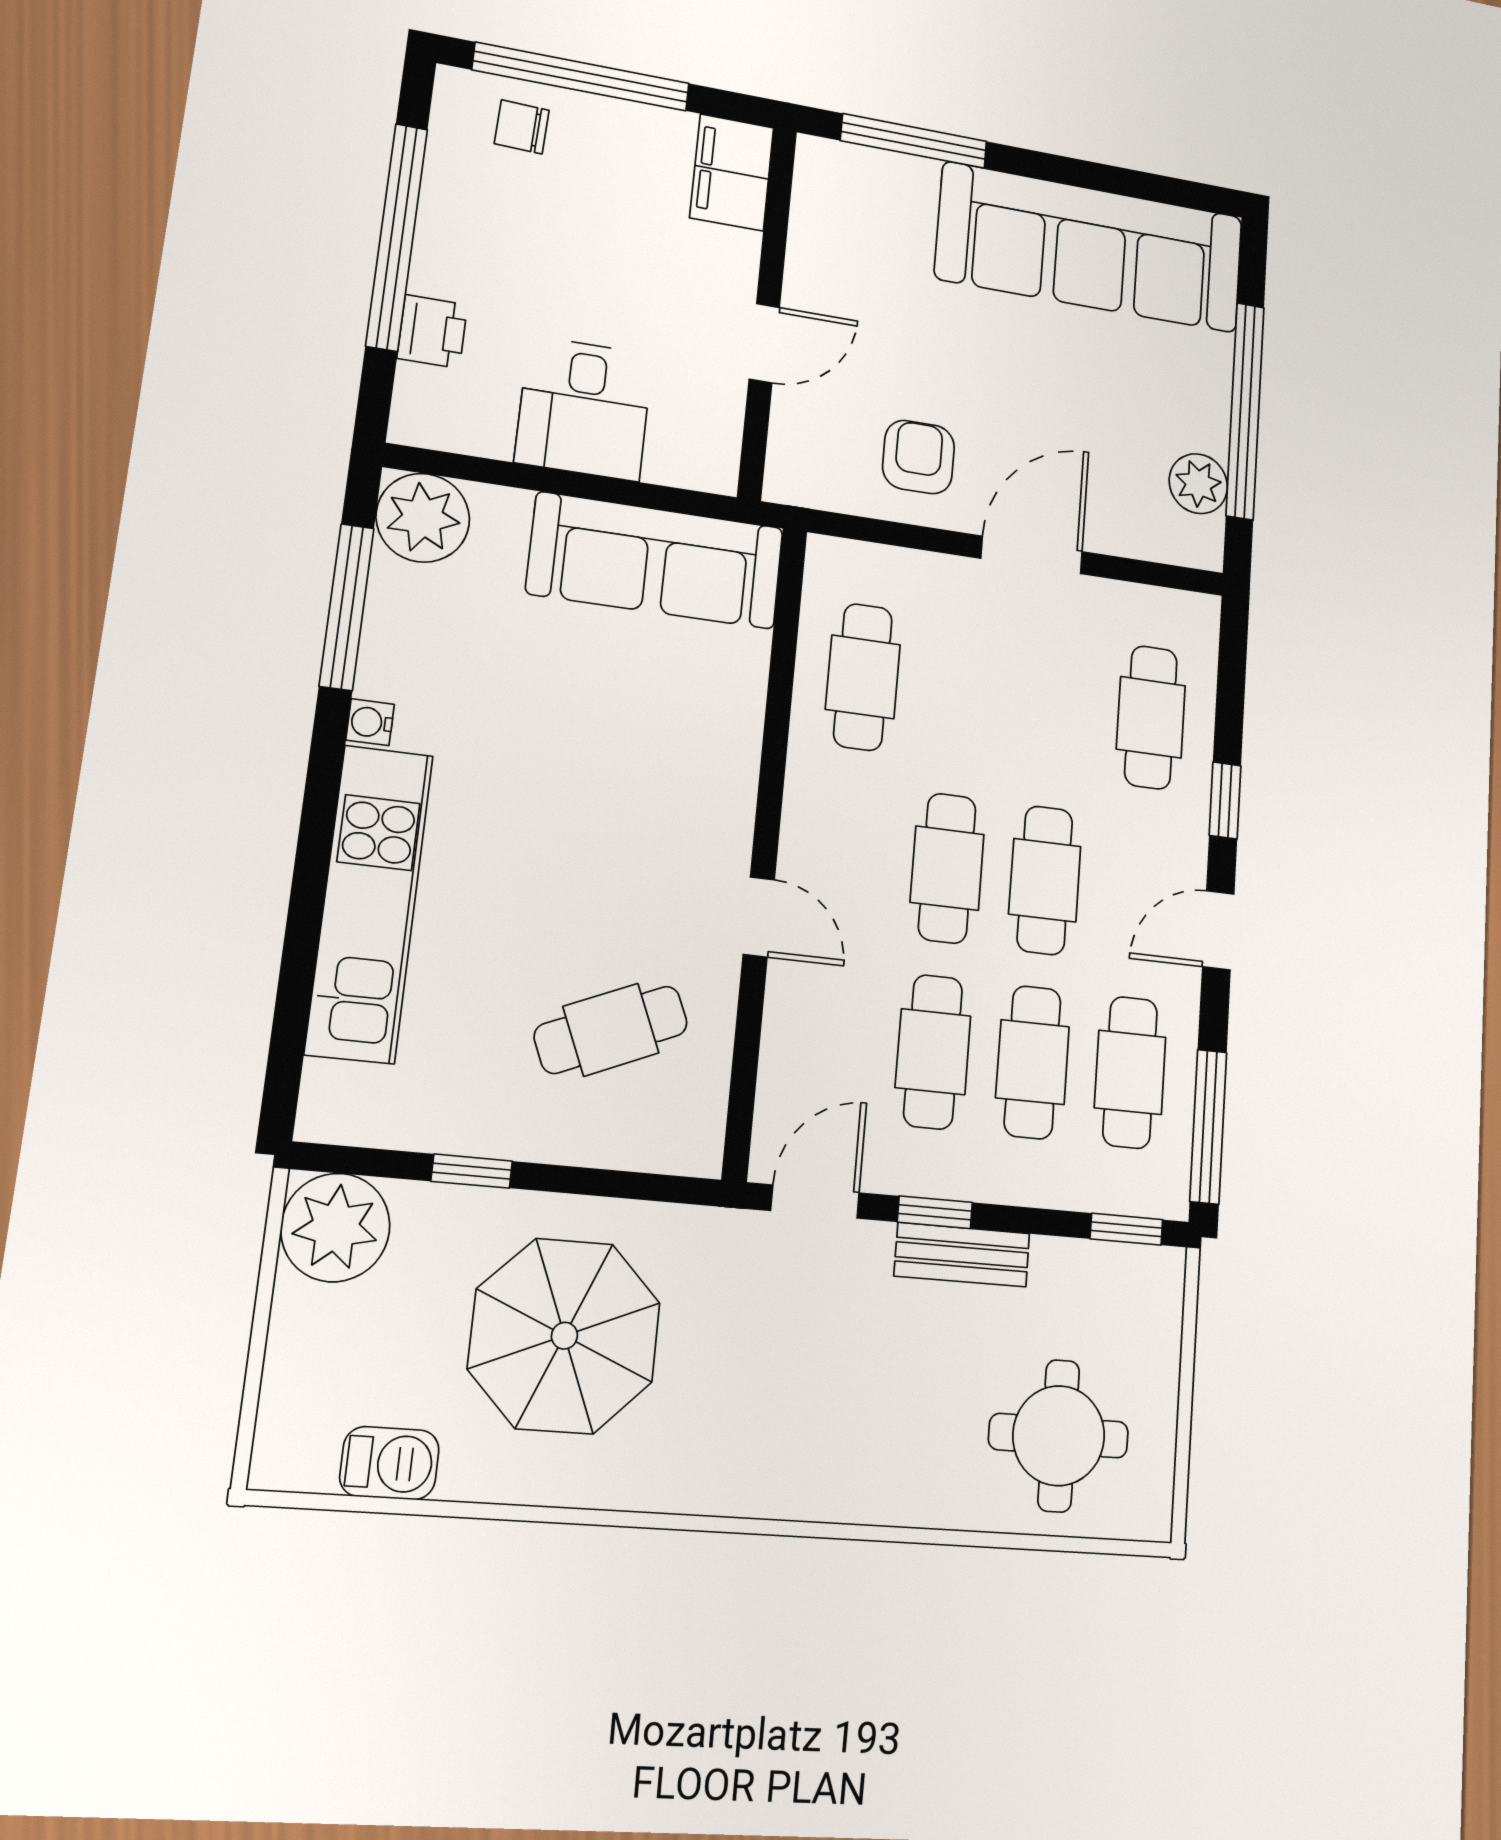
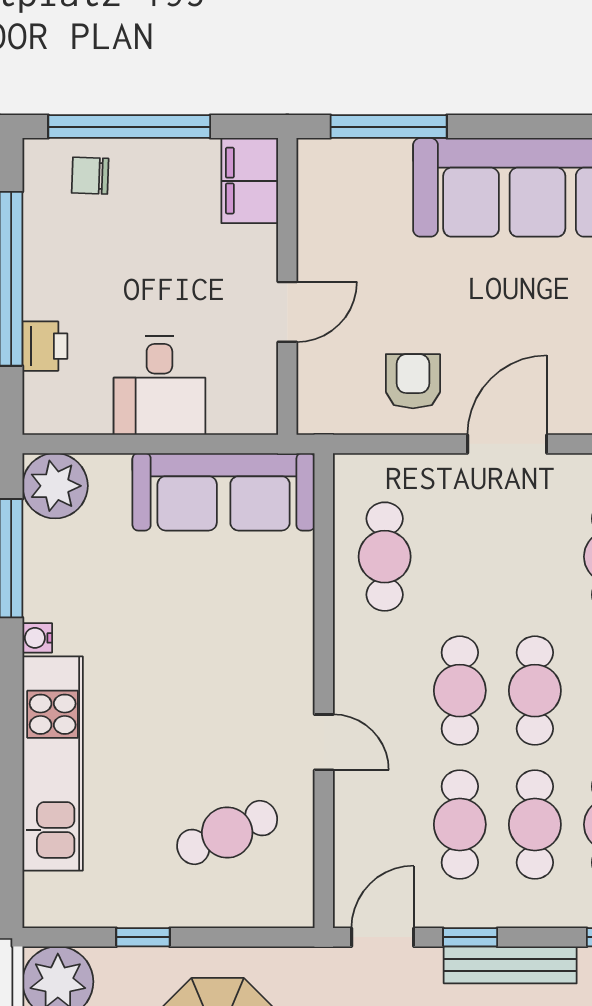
bench: (962, 1255) -> (510, 965), width x1.36

